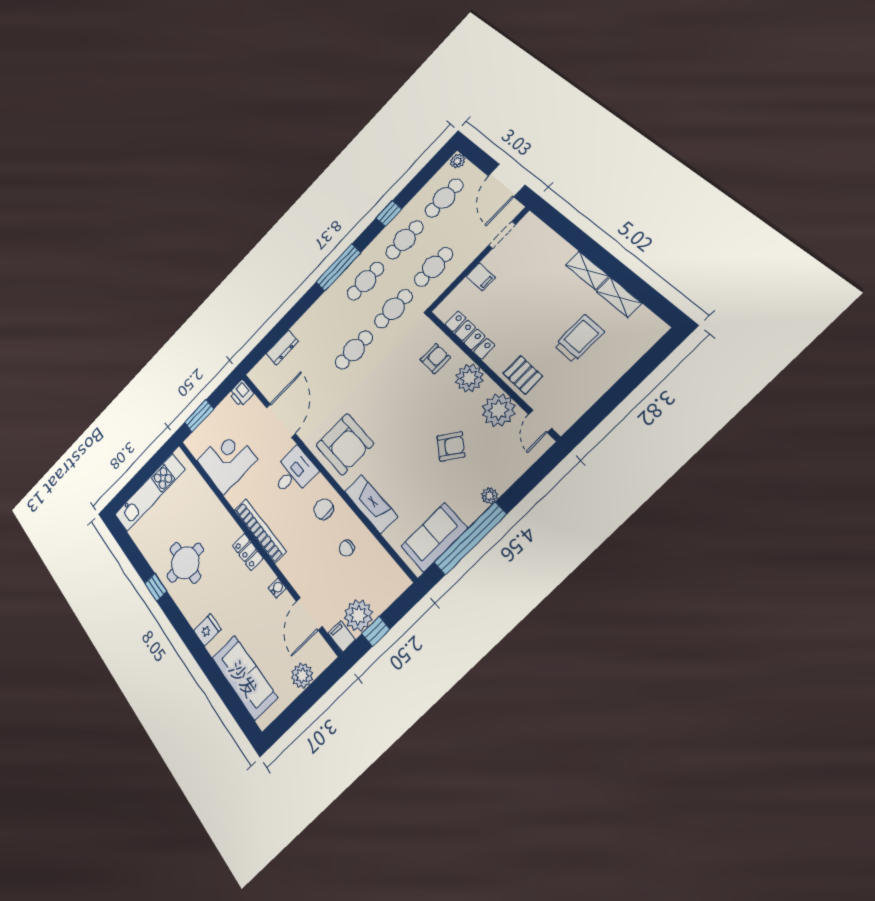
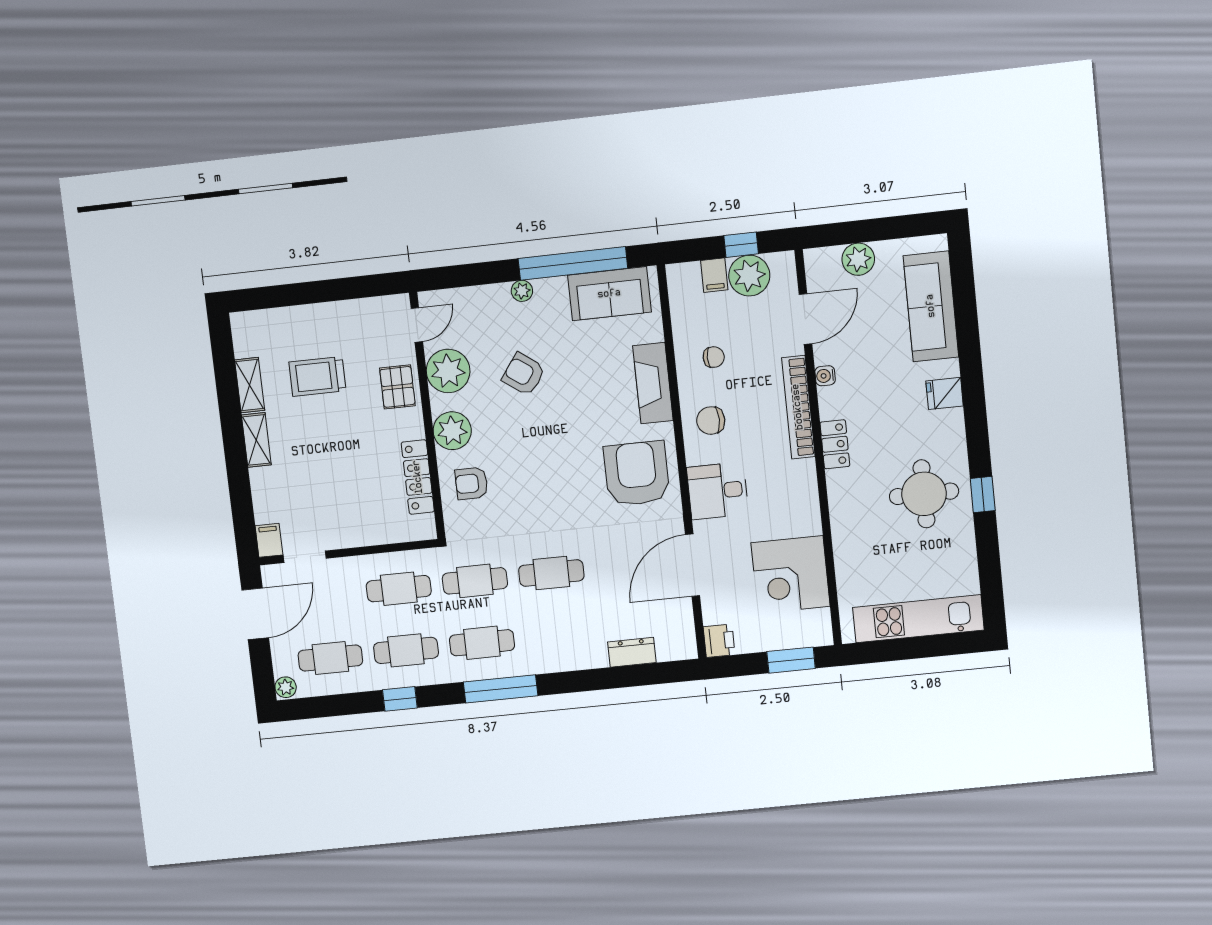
filing cabinet: (481, 277) -> (269, 540), moved
chair: (324, 509) -> (711, 421), turned 90
bookcase: (260, 531) -> (798, 407), moved
filing cabinet: (342, 636) -> (714, 275), moved

